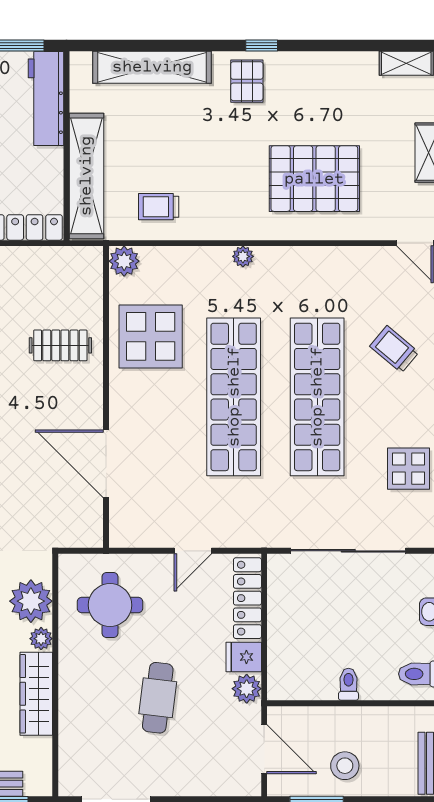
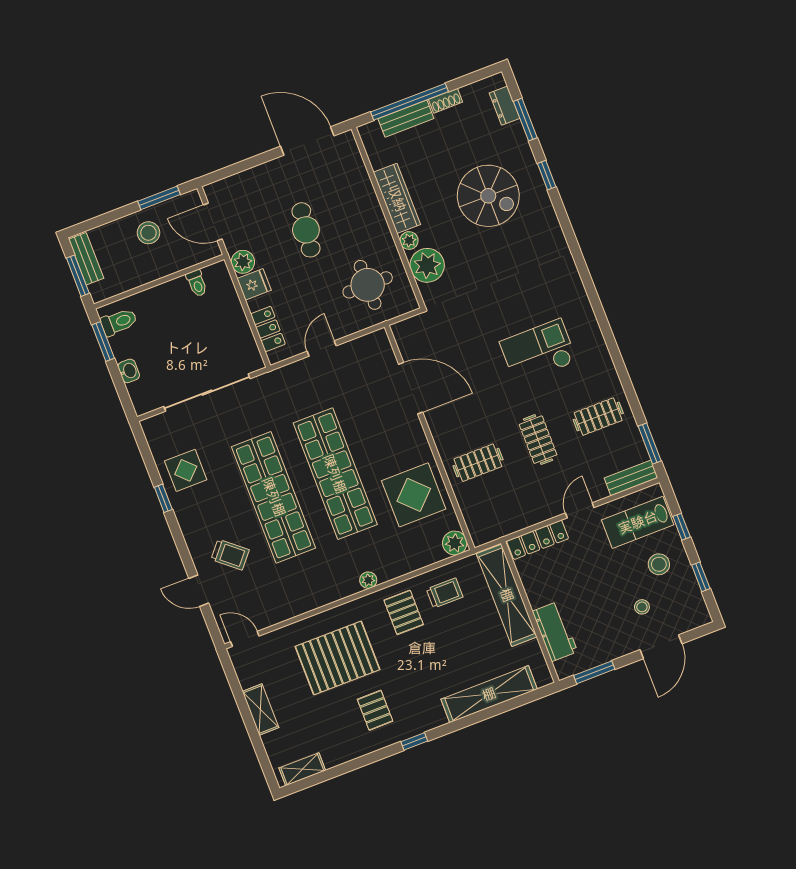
pallet: (247, 81) -> (375, 710), moved
workbench: (46, 99) -> (555, 631), width x0.73
pallet: (216, 203) -> (404, 612), added
locker: (247, 598) -> (268, 329), width x0.66
toilet: (348, 684) -> (197, 283), moved

